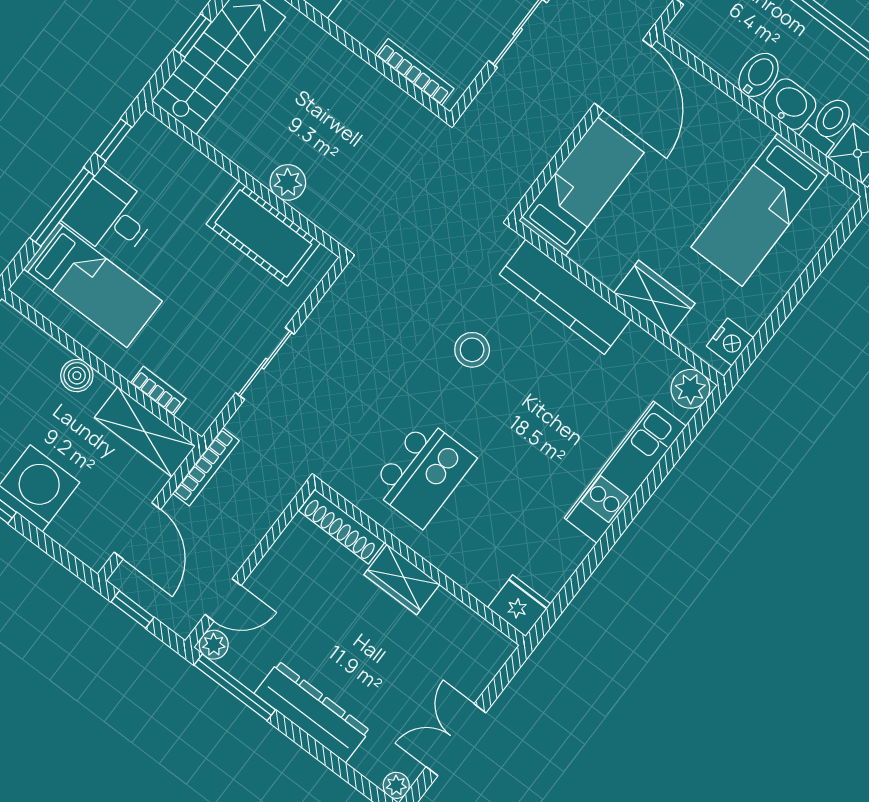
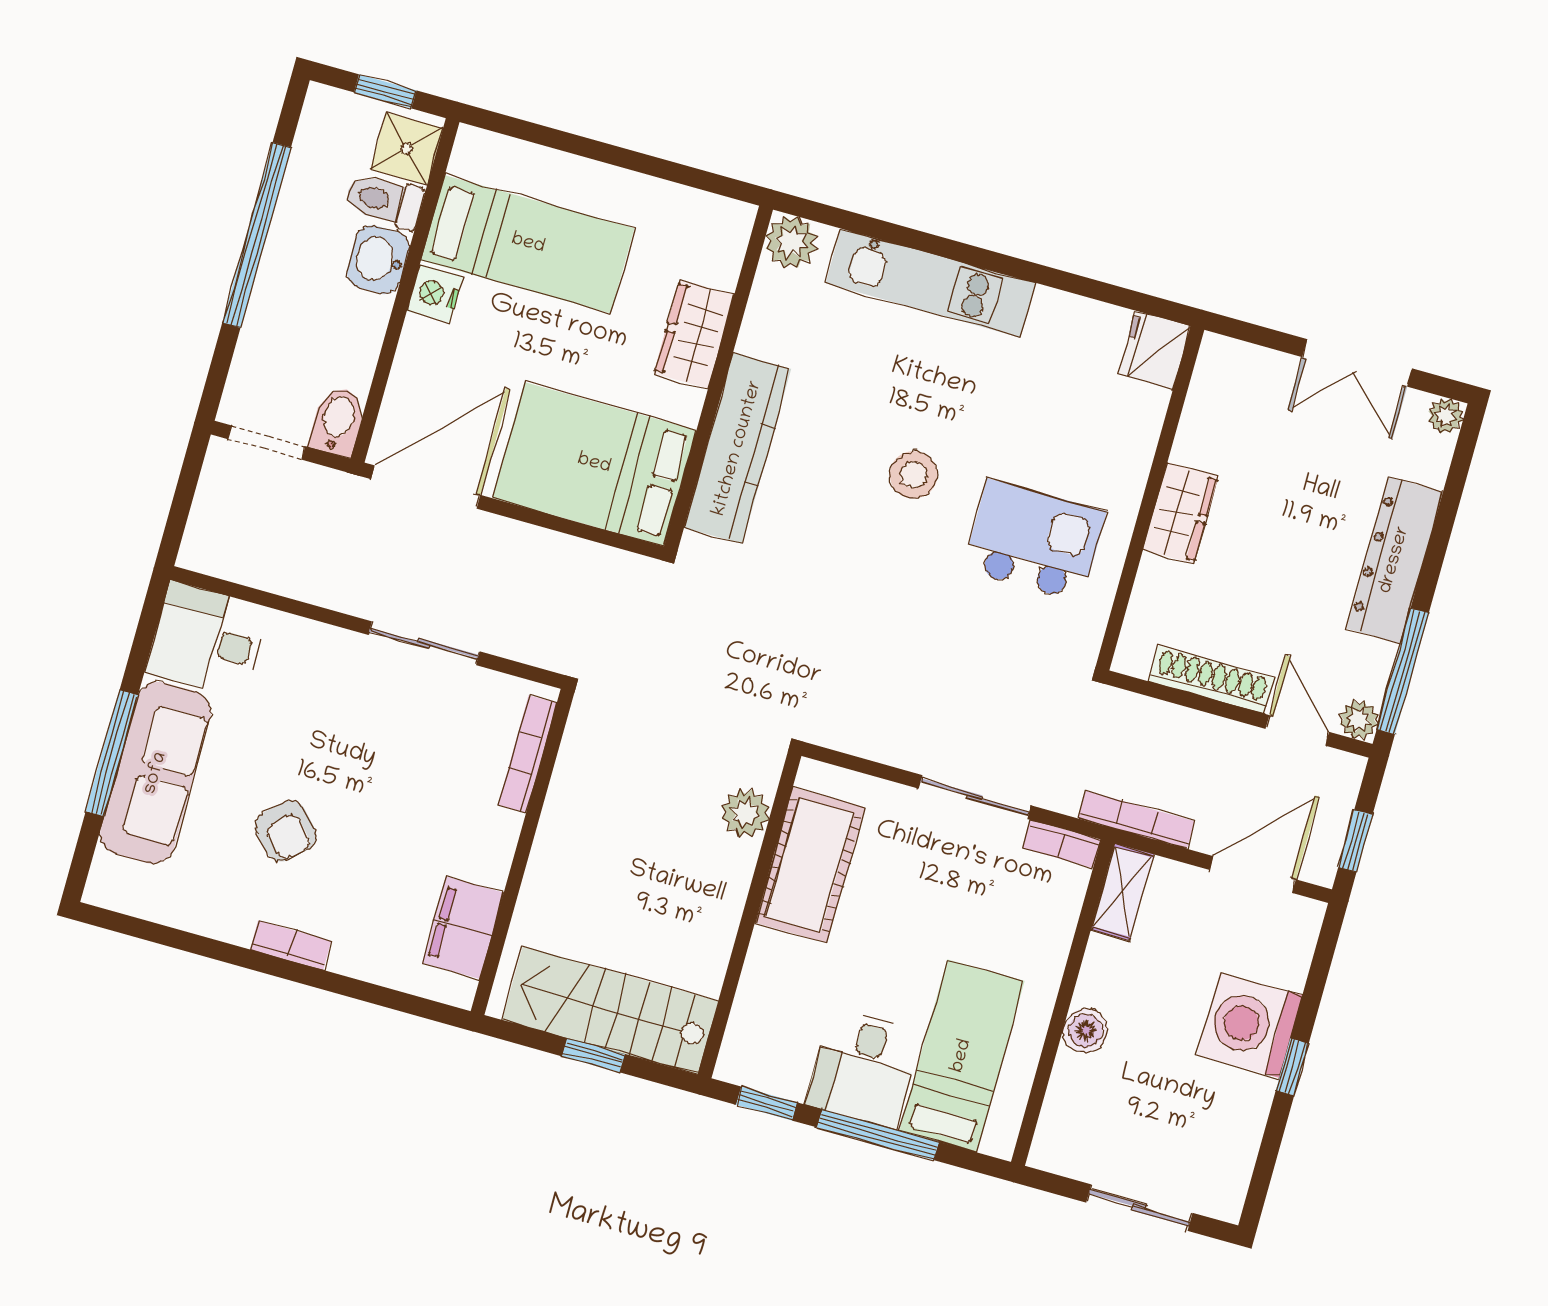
bidet: (758, 75) -> (338, 421), moved, turned 90
plant: (288, 182) -> (745, 813), moved
bed: (581, 187) -> (594, 464), width x1.50
nightstand: (730, 342) -> (435, 294), moved, turned -90
stool: (472, 350) -> (914, 475), moved
bookcase: (158, 391) -> (1062, 844), moved, turned -90
shelving: (145, 432) -> (1122, 892), width x0.67, depth x0.75
shoe rack: (342, 527) -> (1211, 680), moved, turned -90

